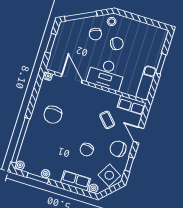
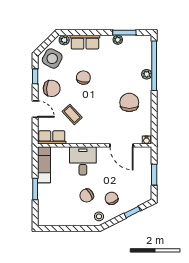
window: (81, 16) -> (132, 212), width x0.46
desk: (106, 74) -> (83, 161), width x0.73
plant: (20, 165) -> (147, 74), moved

